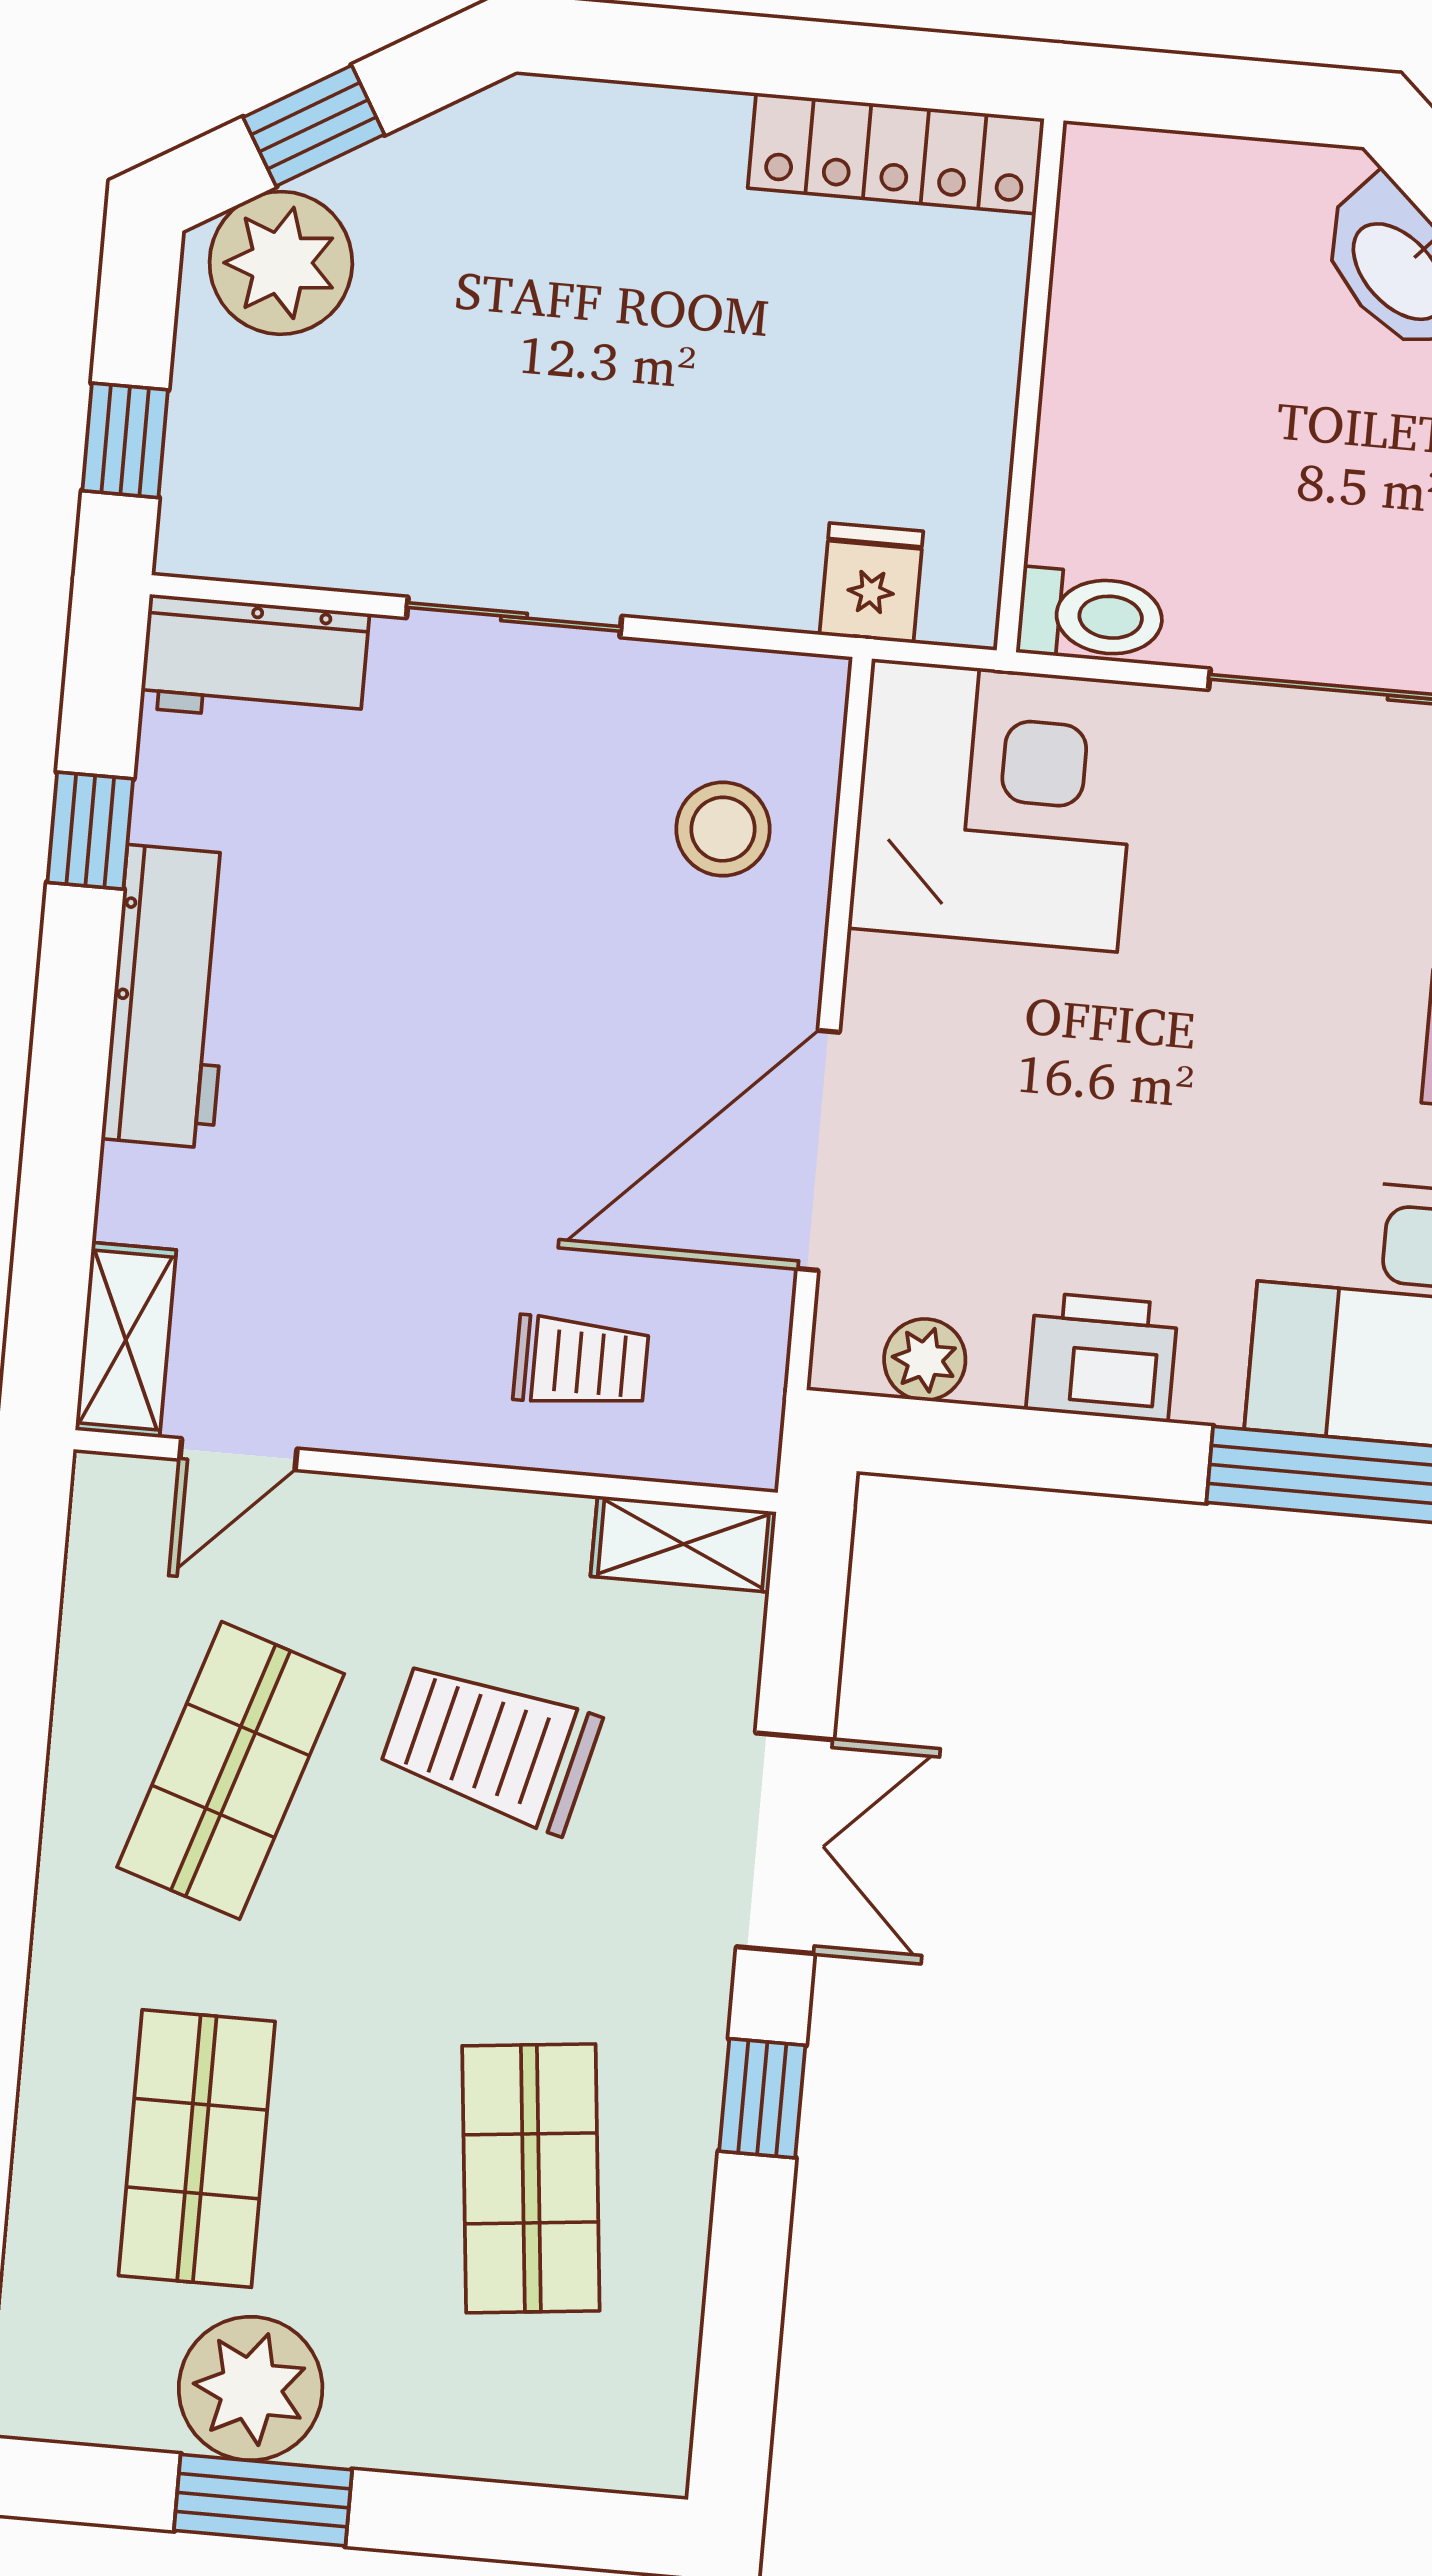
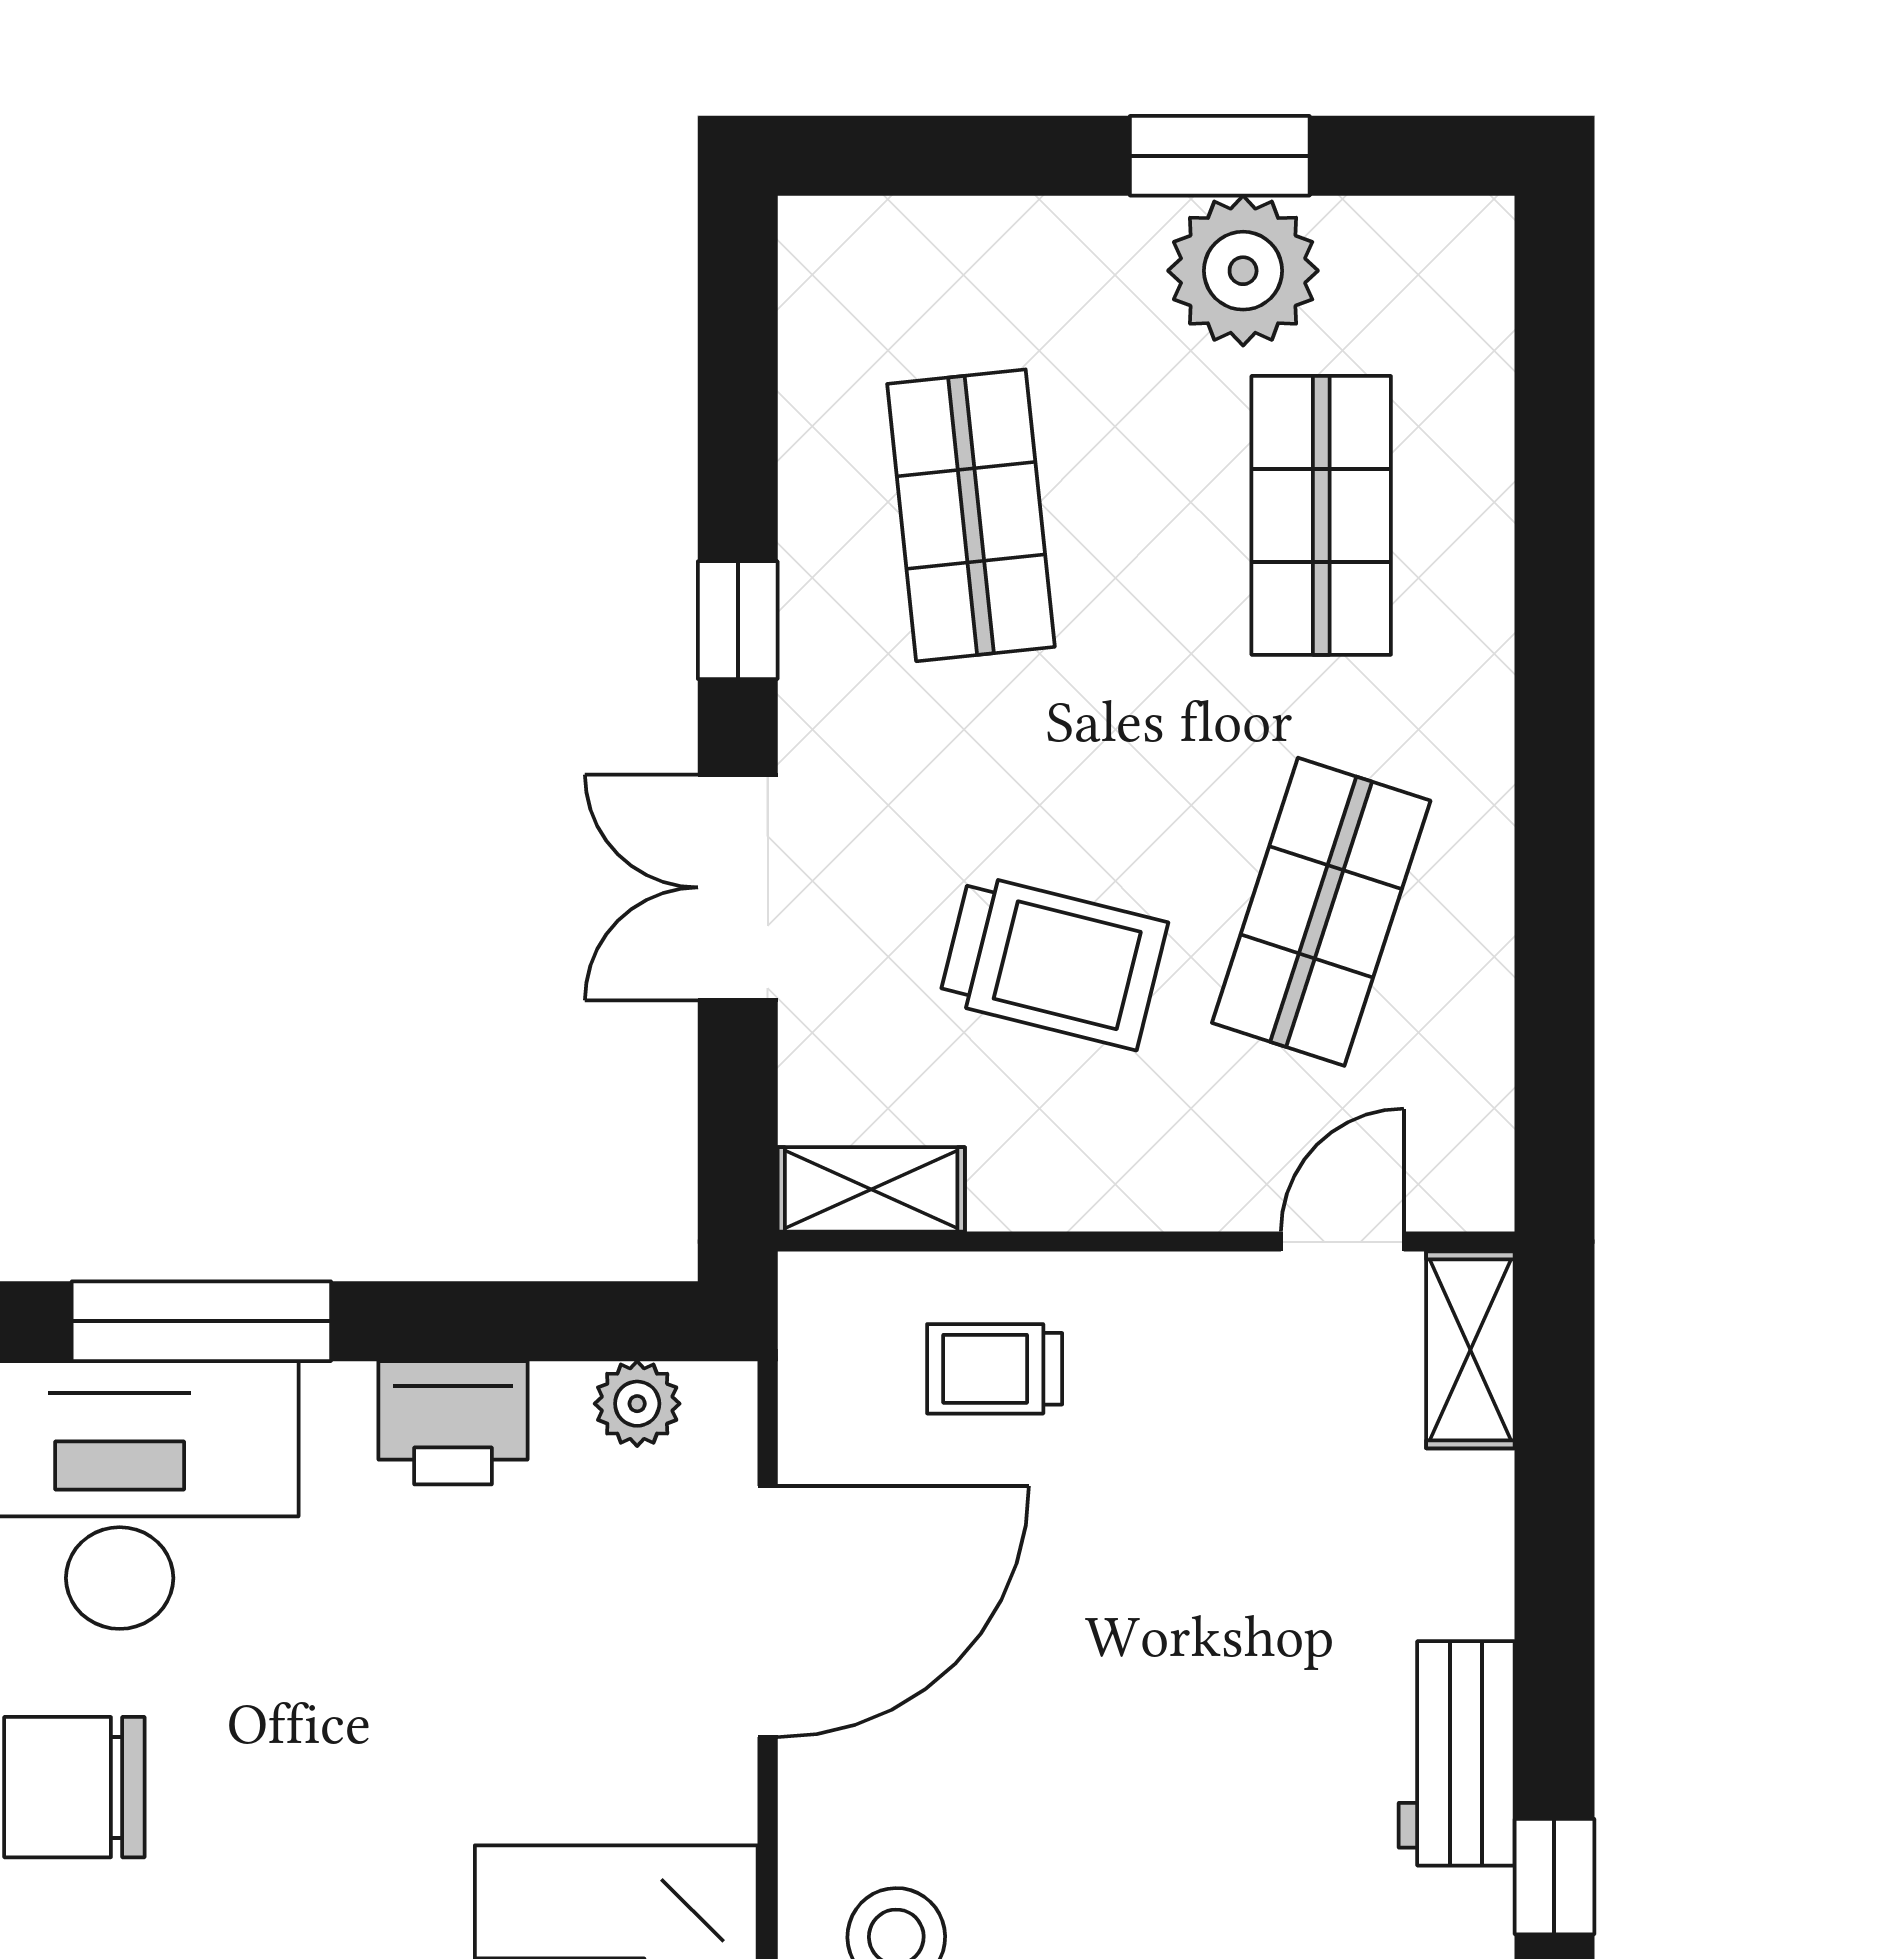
workbench: (169, 996) -> (1457, 1753), width x0.73

